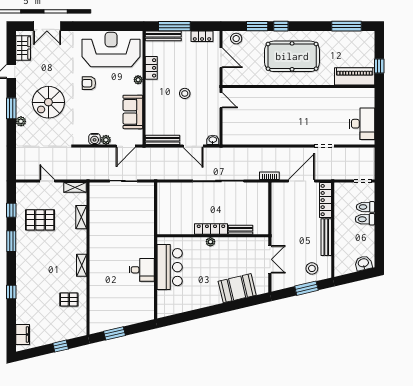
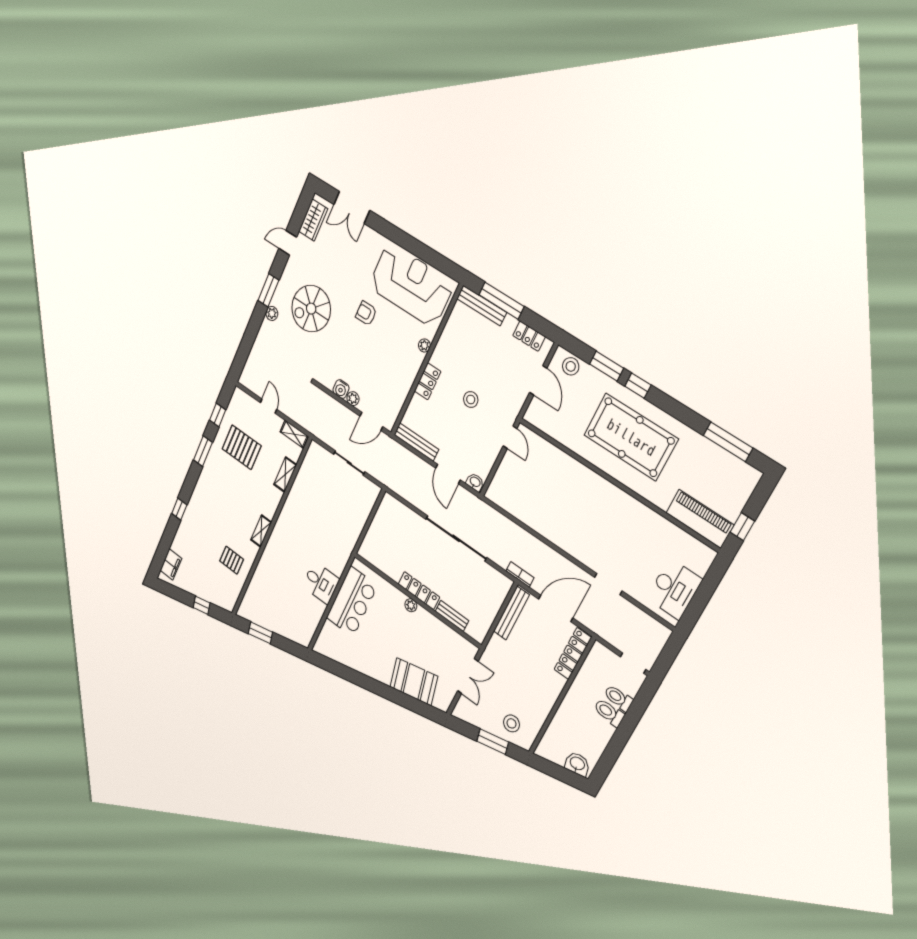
locker: (151, 68) -> (428, 381), moved
sofa: (133, 112) -> (399, 383), removed
bench: (326, 237) -> (511, 613), moved

